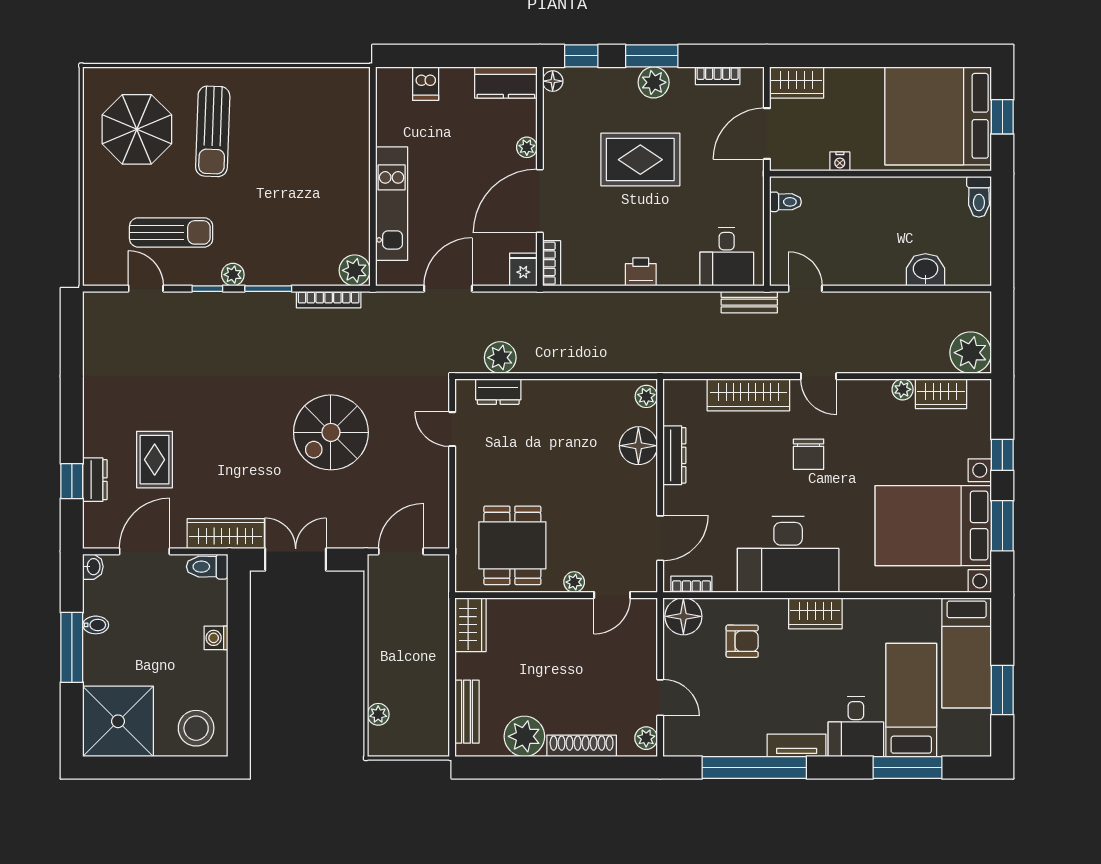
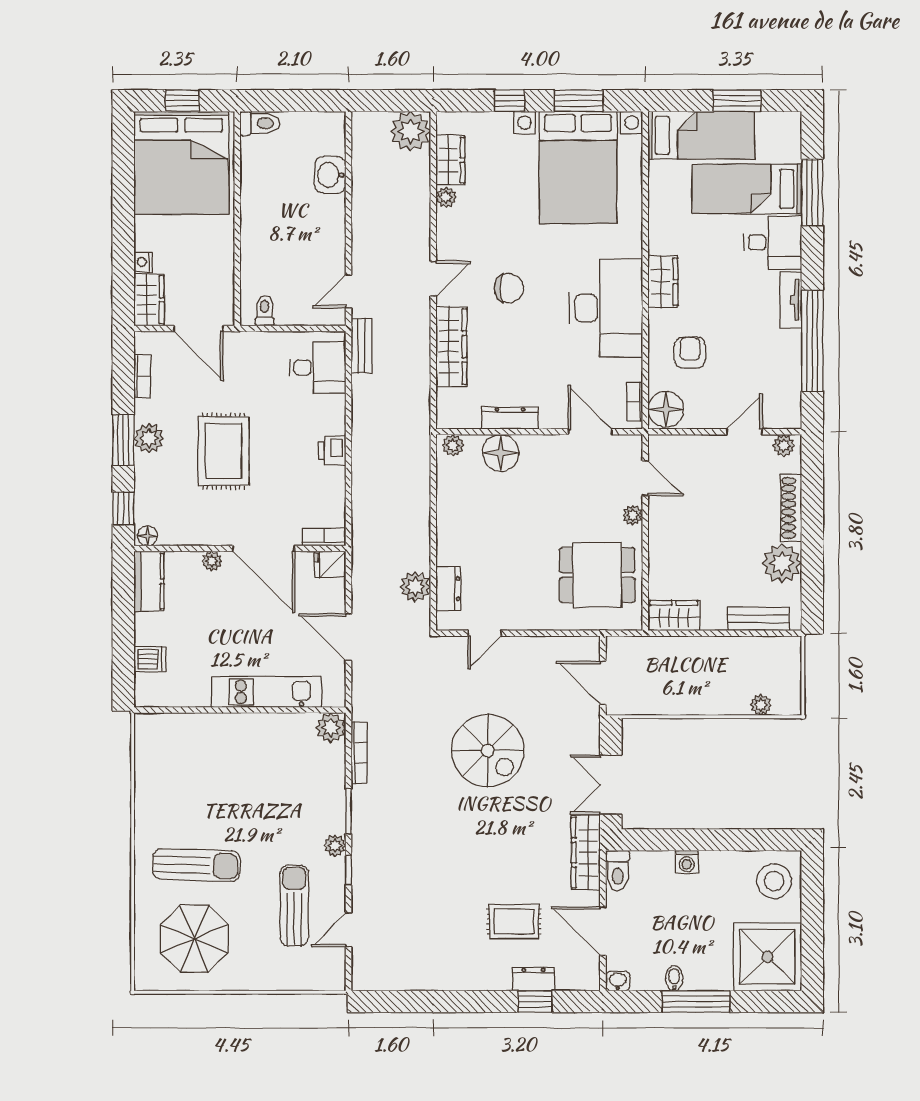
nightstand: (840, 161) -> (143, 262), moved, turned 180

